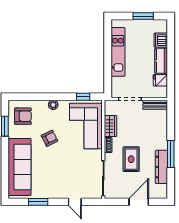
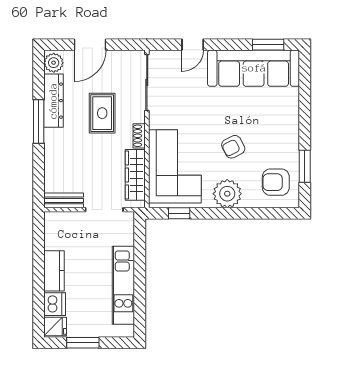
fridge: (160, 80) -> (55, 326), moved
plant: (53, 105) -> (227, 194), width x1.87, depth x1.87
wardrobe: (111, 126) -> (135, 175), width x1.50
sofa: (20, 167) -> (254, 68), moved, turned -90
plant: (161, 191) -> (54, 63), added
window: (38, 202) -> (268, 45), moved
door: (75, 202) -> (193, 45), swing flipped

